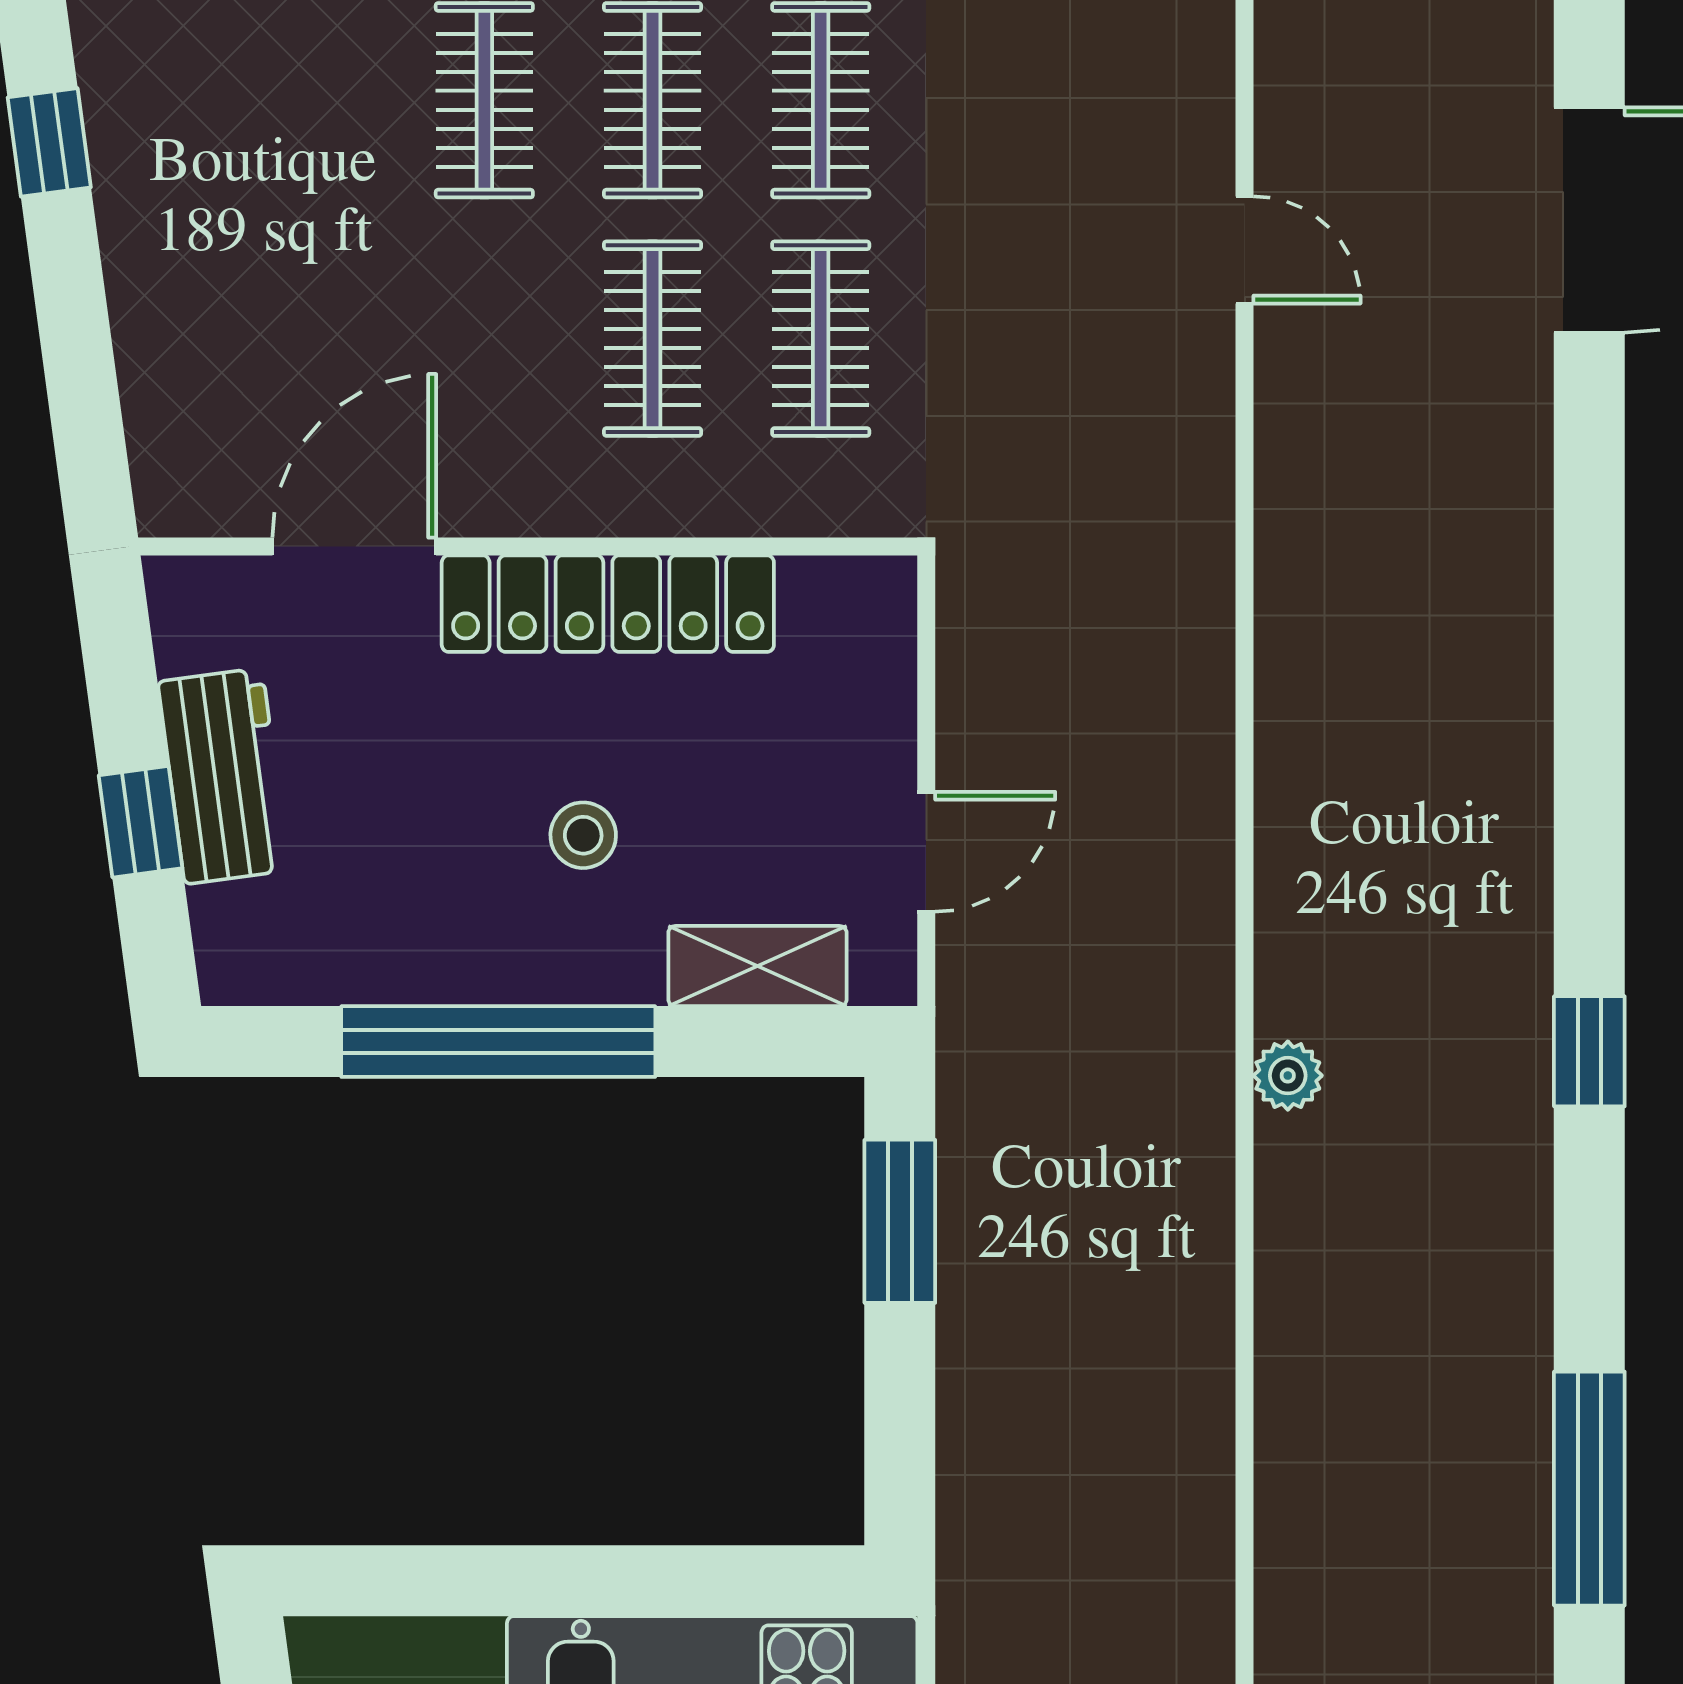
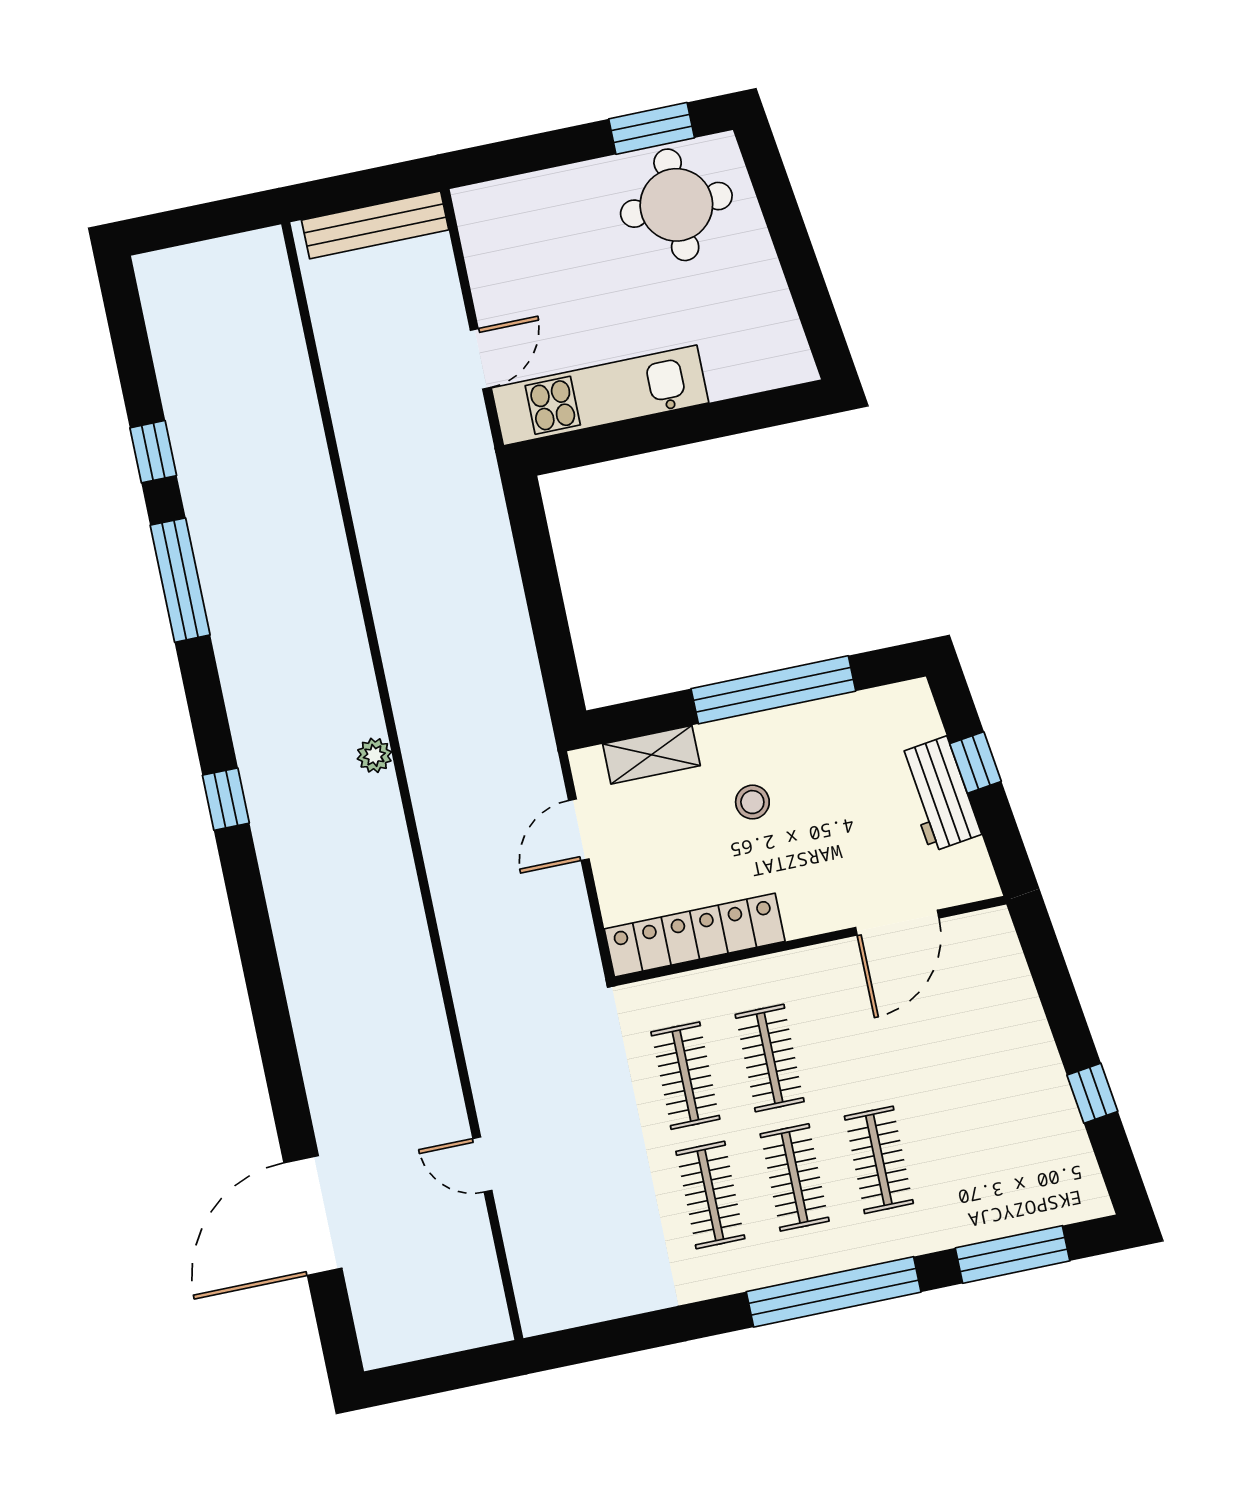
locker: (608, 604) -> (695, 935), moved
window: (900, 1221) -> (553, 642), removed

